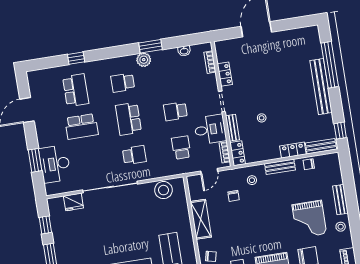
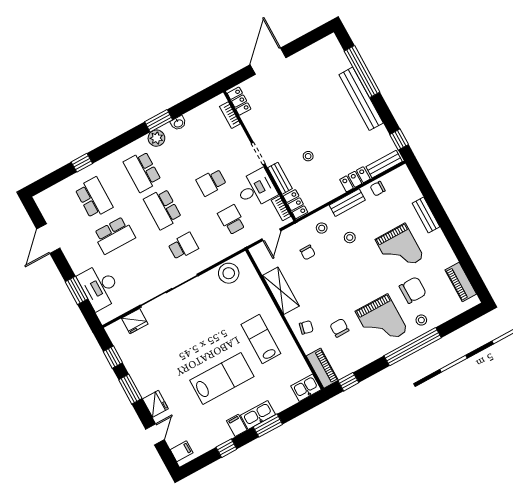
washbasin: (184, 51) -> (178, 123), moved
locker: (225, 74) -> (239, 101), moved
school desk: (123, 83) -> (142, 171), width x1.85
stool: (341, 227) -> (350, 238), moved

